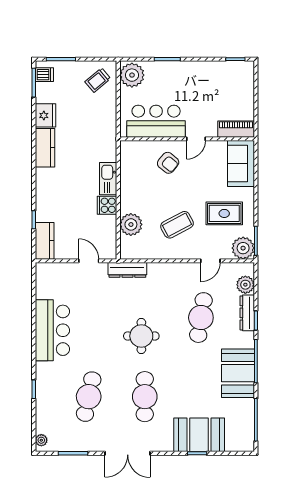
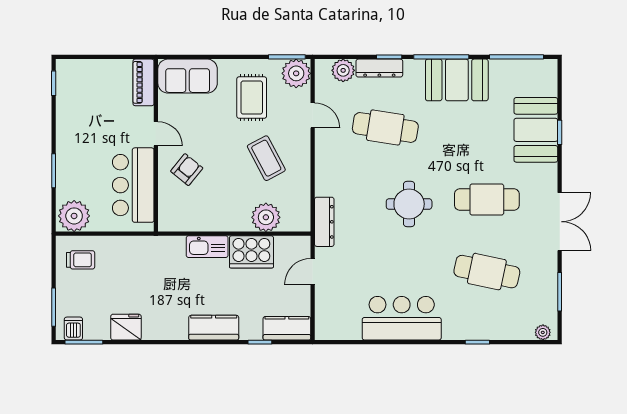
trolley: (98, 80) -> (81, 260), turned -50
kitchen counter: (45, 148) -> (214, 328), moved
cooker: (107, 205) -> (251, 252), width x1.87, depth x1.31

